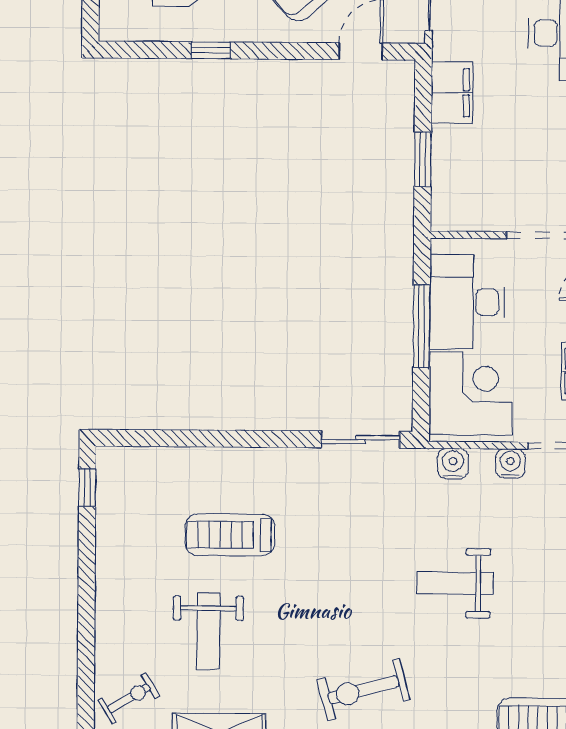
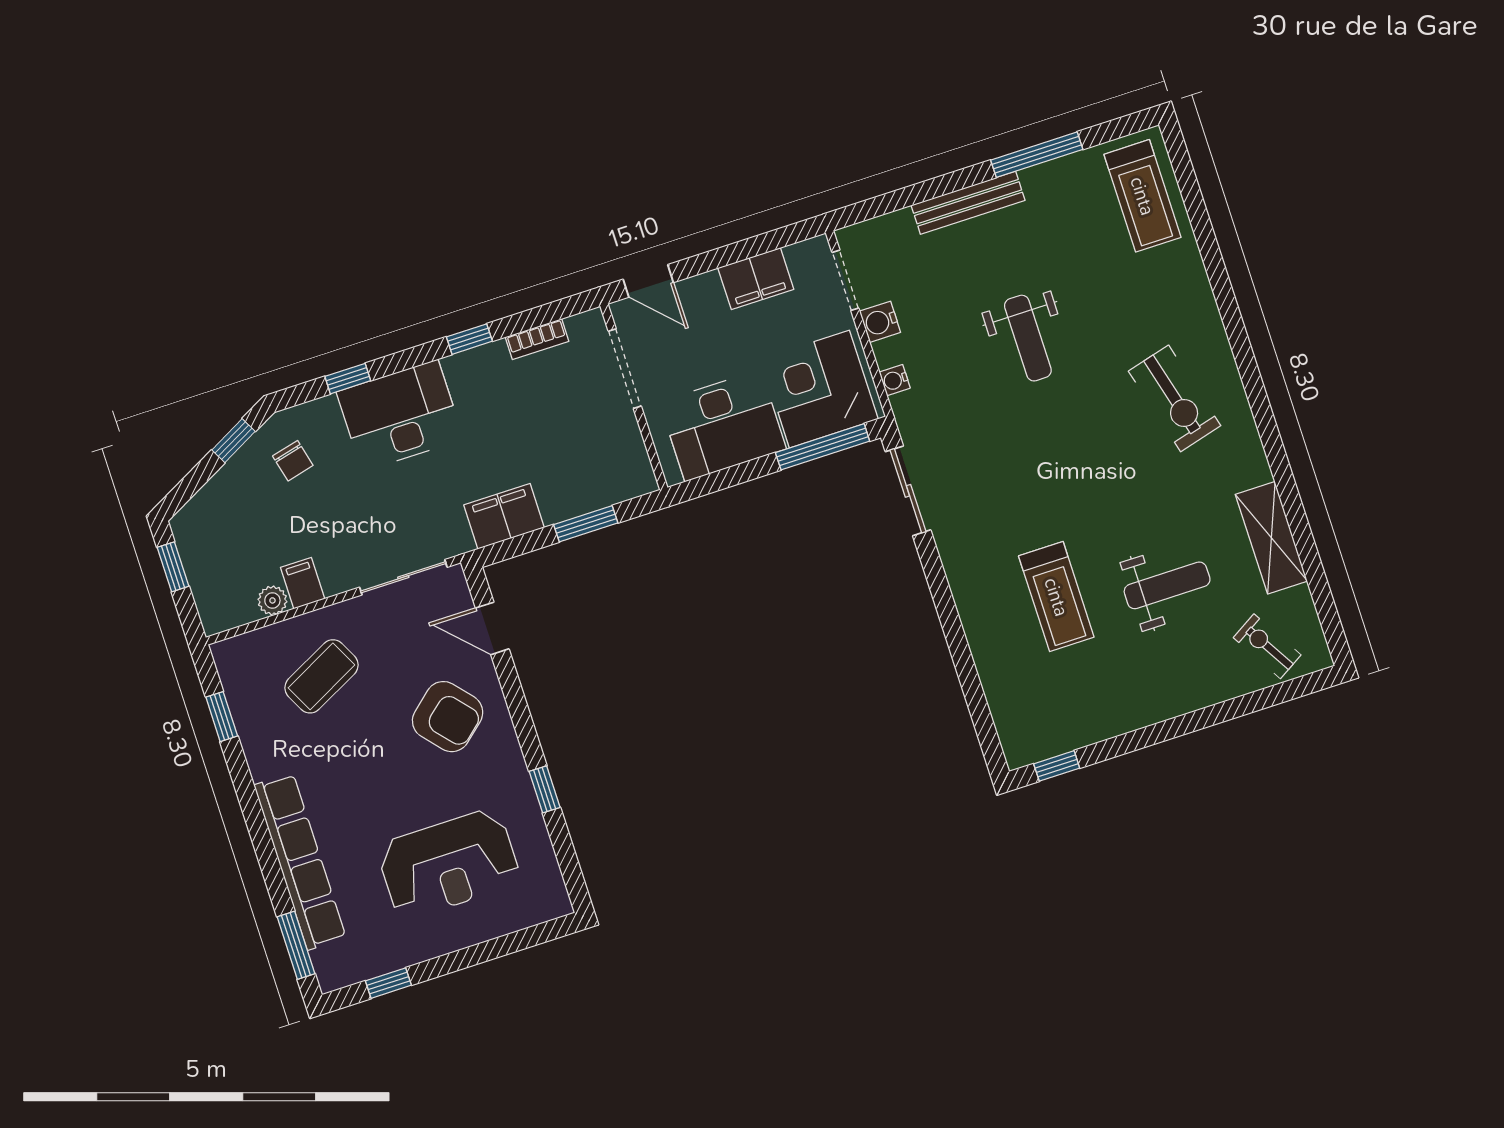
window: (422, 326) -> (823, 447), moved
water cooler: (453, 464) -> (895, 380), width x0.72, depth x0.72

